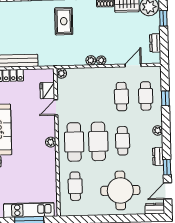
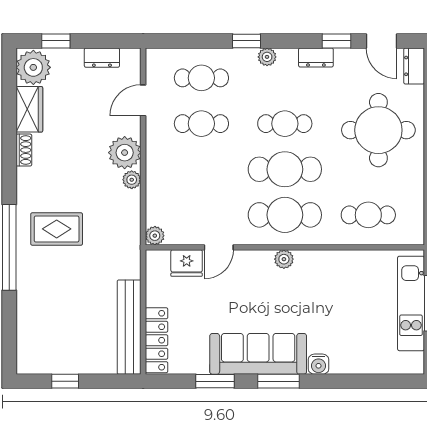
plant: (101, 60) -> (125, 153), width x1.88, depth x1.88
door: (133, 65) -> (143, 100), hinge flipped
window: (165, 98) -> (247, 41), moved
door: (56, 107) -> (219, 247), hinge flipped

